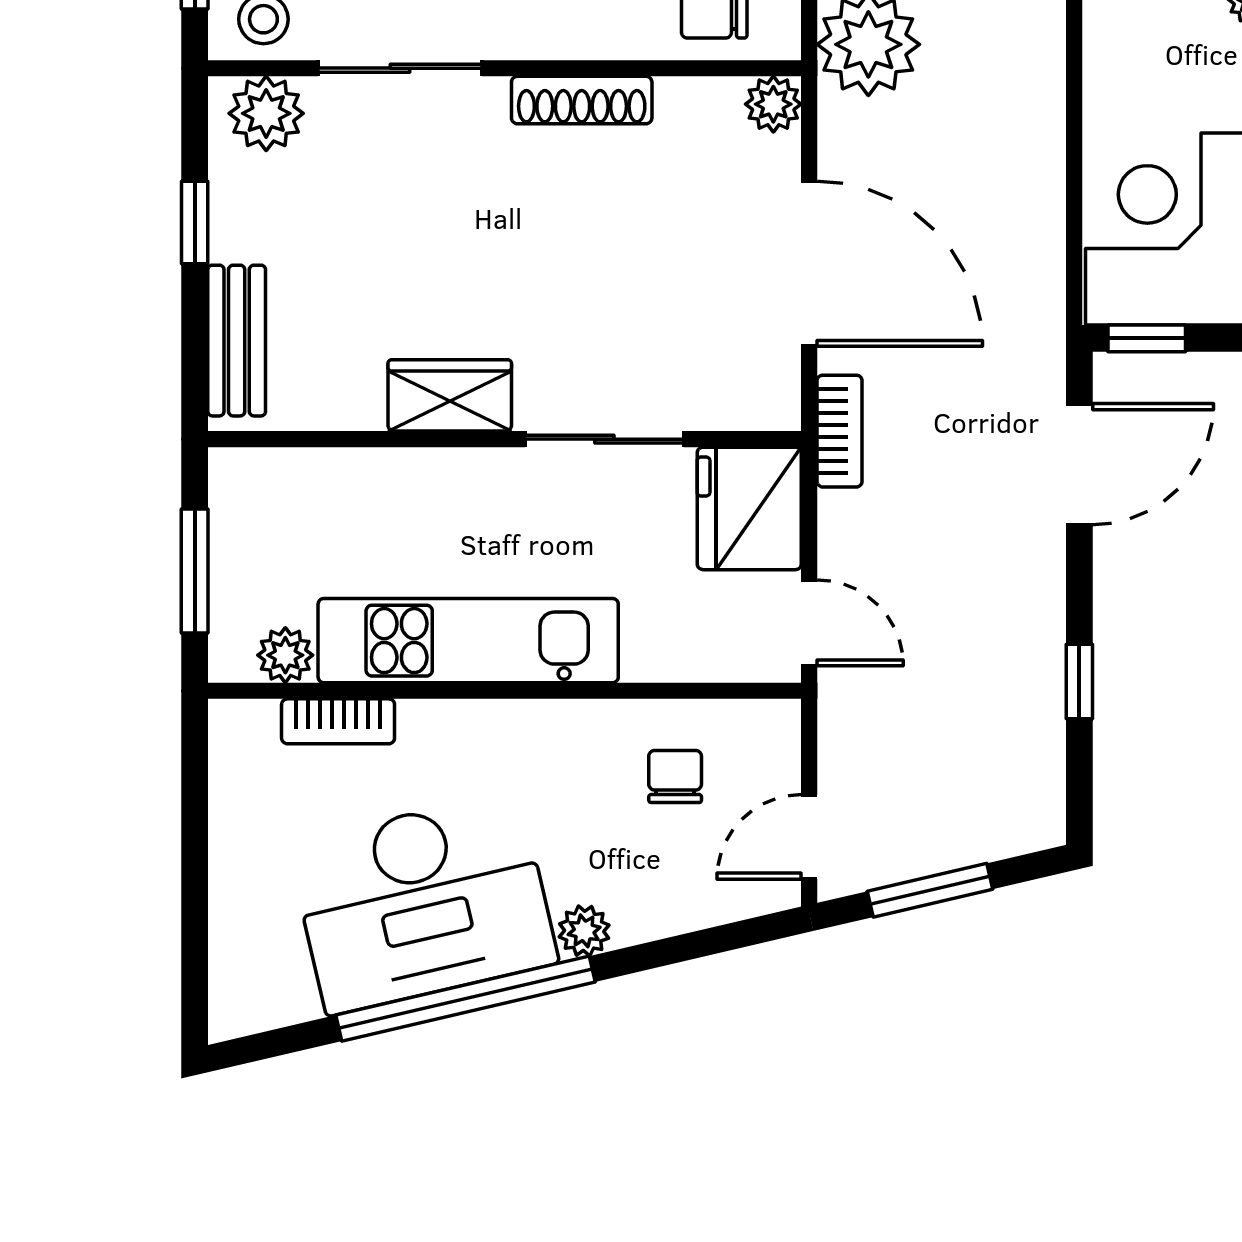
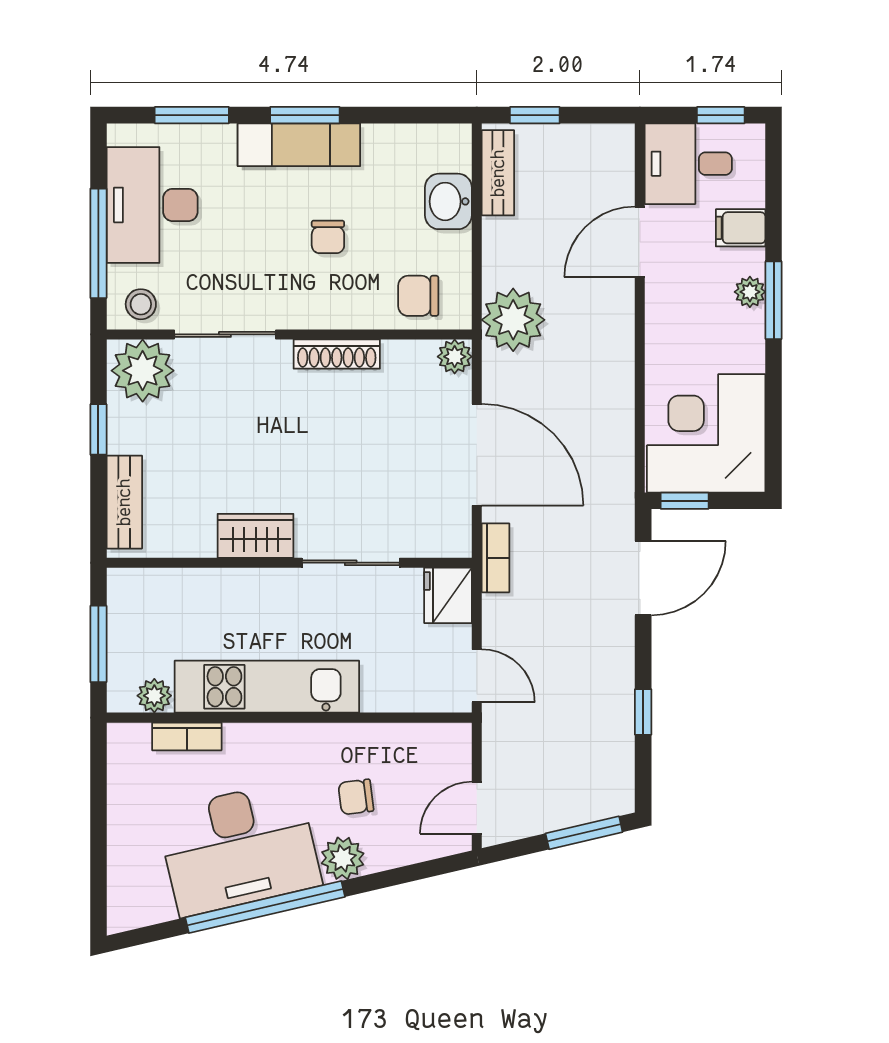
plant: (266, 113) -> (143, 371), width x1.36, depth x1.36
fridge: (749, 508) -> (448, 595), width x0.73, depth x0.75
chair: (675, 777) -> (356, 797), moved, turned -97
window: (930, 890) -> (584, 833), moved
plant: (584, 931) -> (343, 858), width x1.38, depth x1.38

